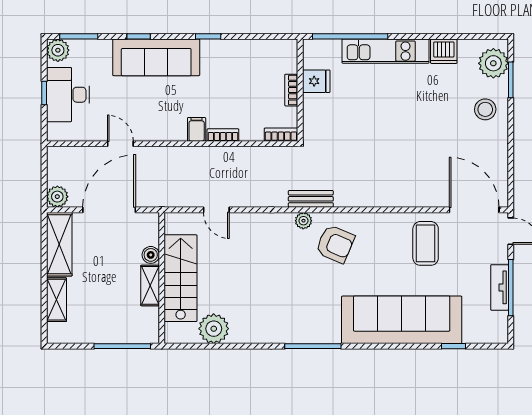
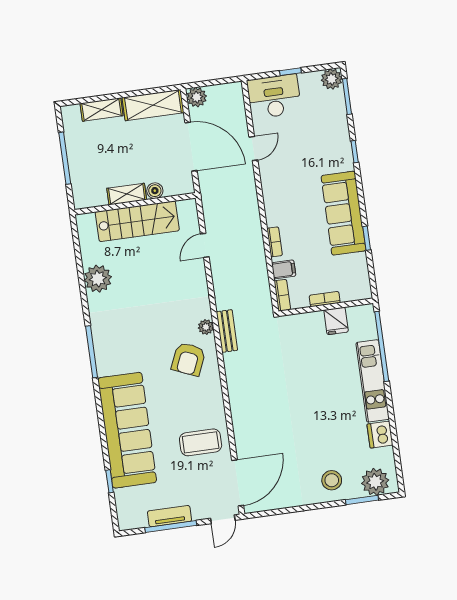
window: (208, 36) -> (367, 238), moved
sofa: (156, 57) -> (344, 213), moved
desk: (68, 95) -> (274, 96), moved
filing cabinet: (197, 129) -> (284, 269), moved
plant: (214, 329) -> (98, 279), moved
window: (122, 346) -> (65, 158), moved

